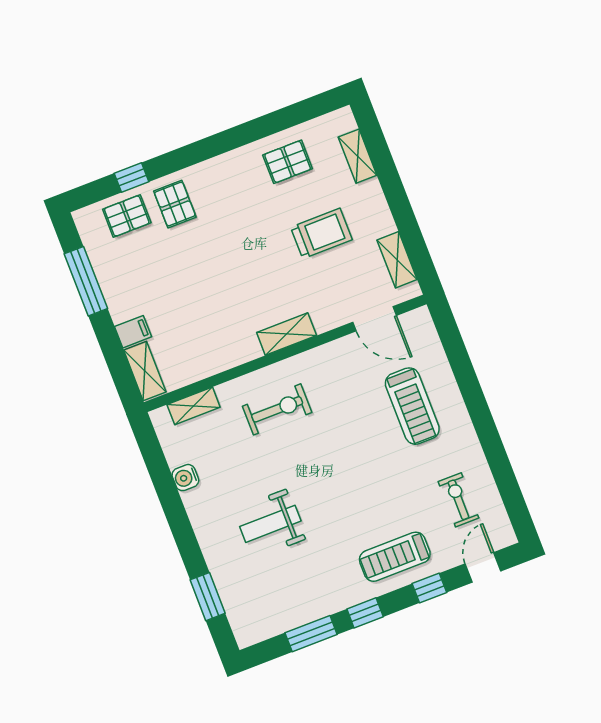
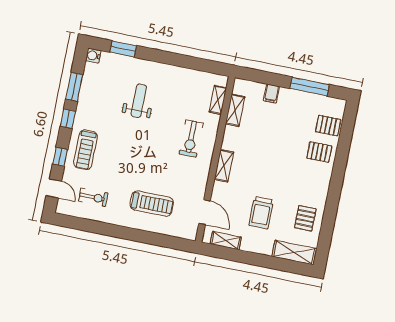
shelving: (358, 156) -> (294, 252), width x1.50, depth x1.33
window: (132, 177) -> (345, 139), removed
pallet: (127, 216) -> (328, 126), turned 90
door: (375, 319) -> (205, 212), swing flipped
shelving: (145, 371) -> (235, 110), moved, turned 90
treadmill: (412, 406) -> (152, 204), turned 180
water cooler: (185, 478) -> (93, 56), moved, turned -90
treadmill: (395, 557) -> (86, 150), turned 180

